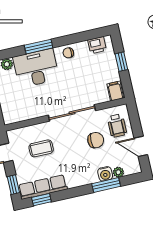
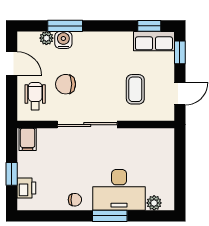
printer: (97, 45) -> (26, 188), moved, turned 90
coffee table: (41, 148) -> (135, 89), turned 90
row of seats: (43, 187) -> (154, 41), width x0.68

